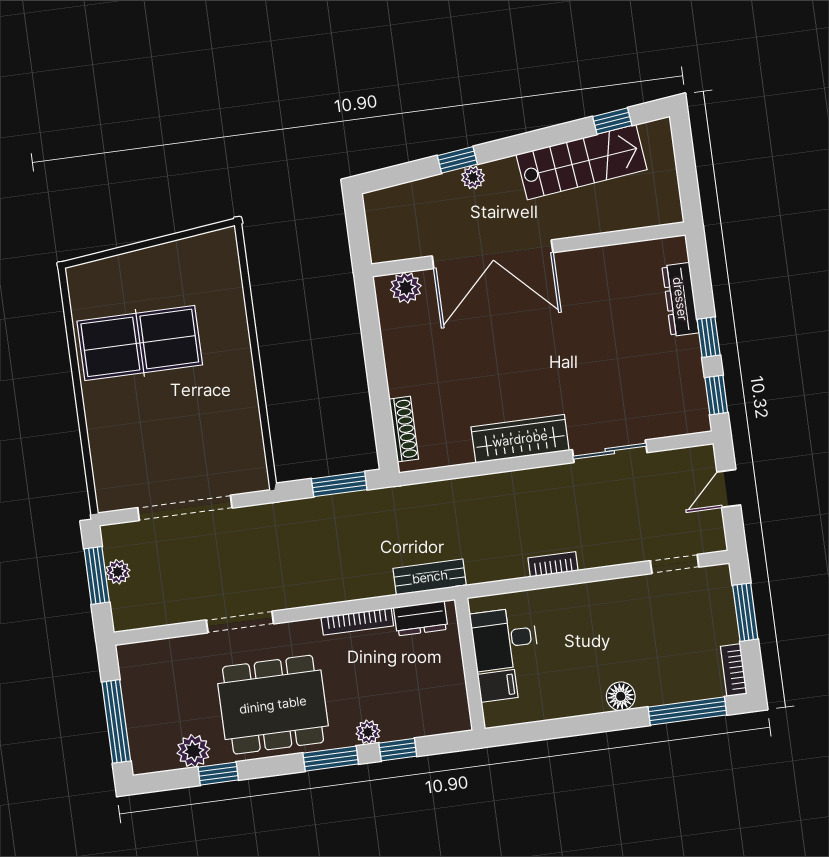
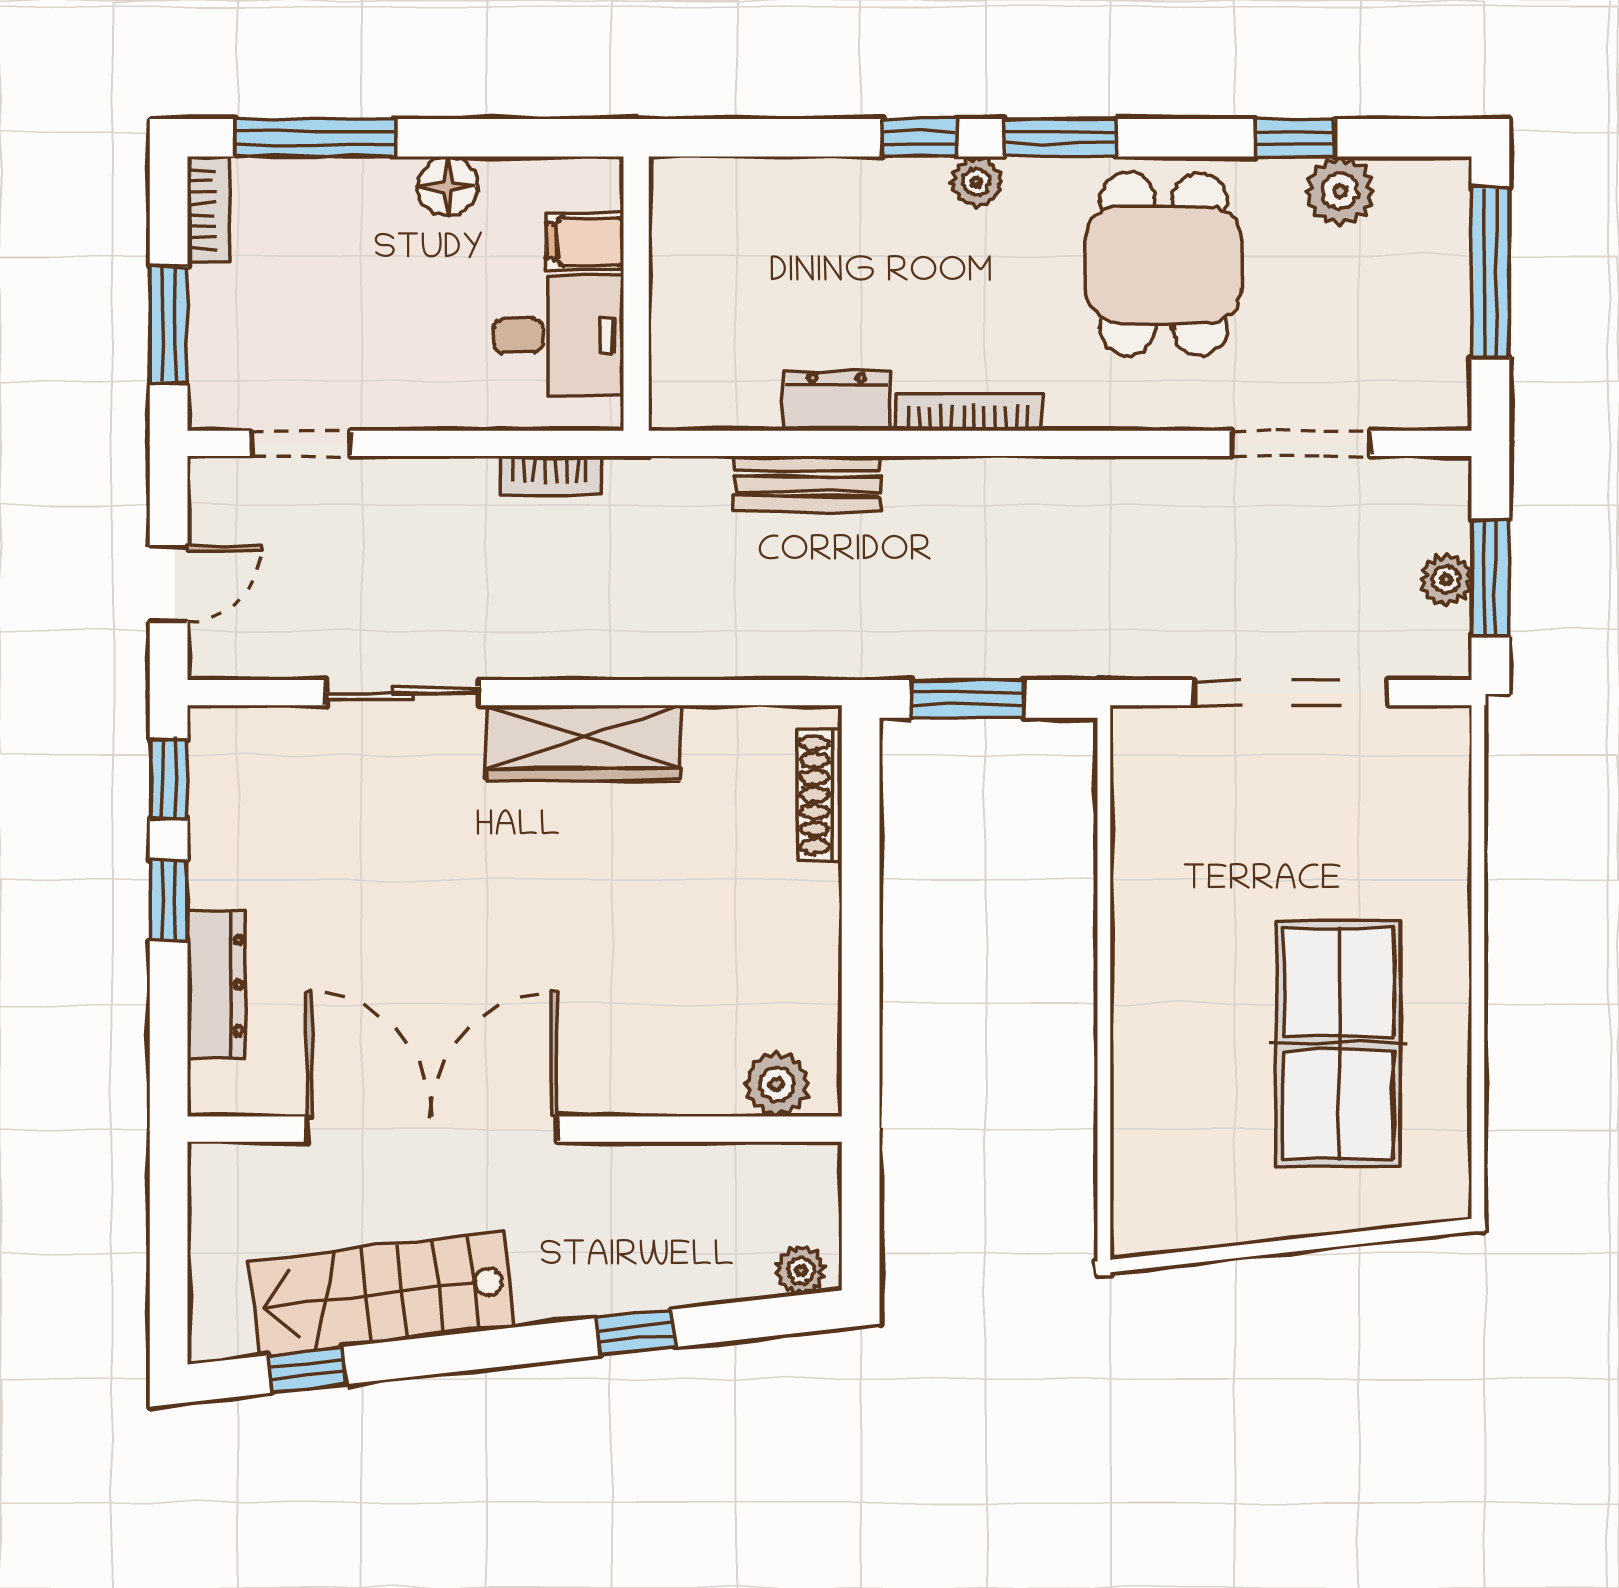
plant: (473, 177) -> (801, 1270), moved
double door: (493, 254) -> (432, 1129), moved
table tennis table: (140, 343) -> (1338, 1044), turned 90
doorway: (240, 622) -> (1301, 443), moved
desk: (504, 639) -> (559, 336), moved
wall: (470, 664) -> (636, 294), moved
filing cabinet: (498, 686) -> (585, 241), moved
dining table: (273, 705) -> (1164, 264), width x0.73

